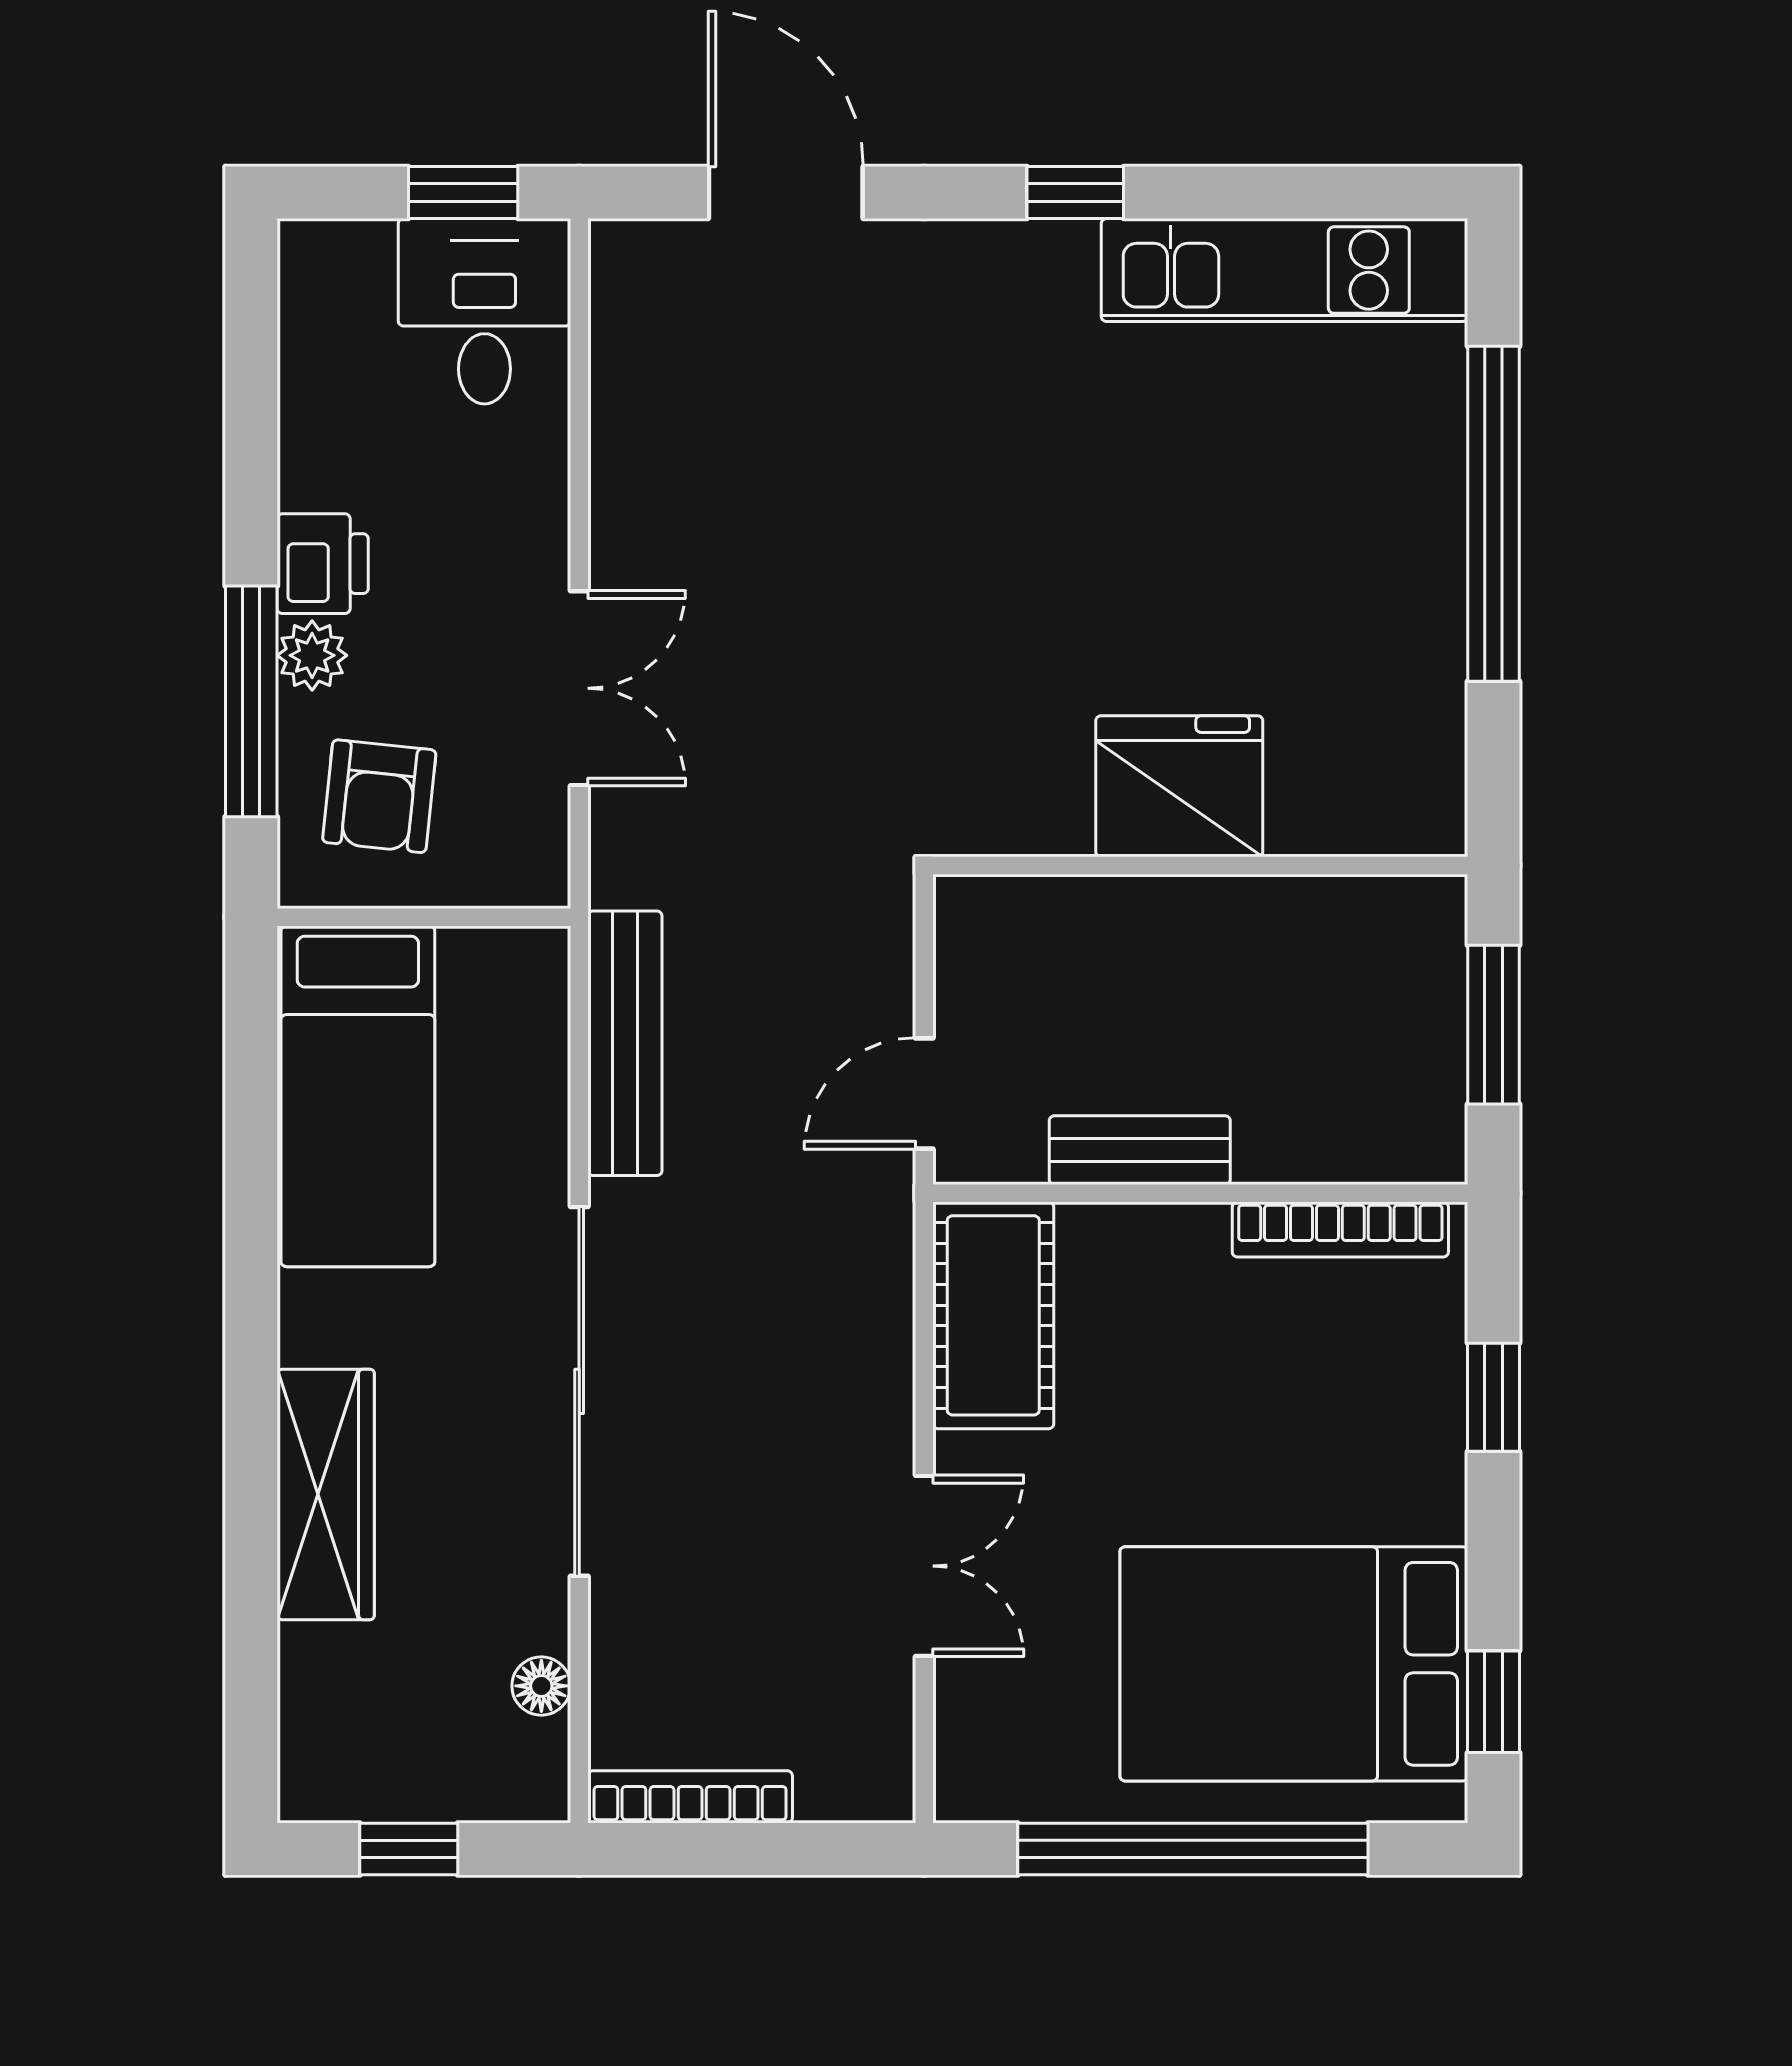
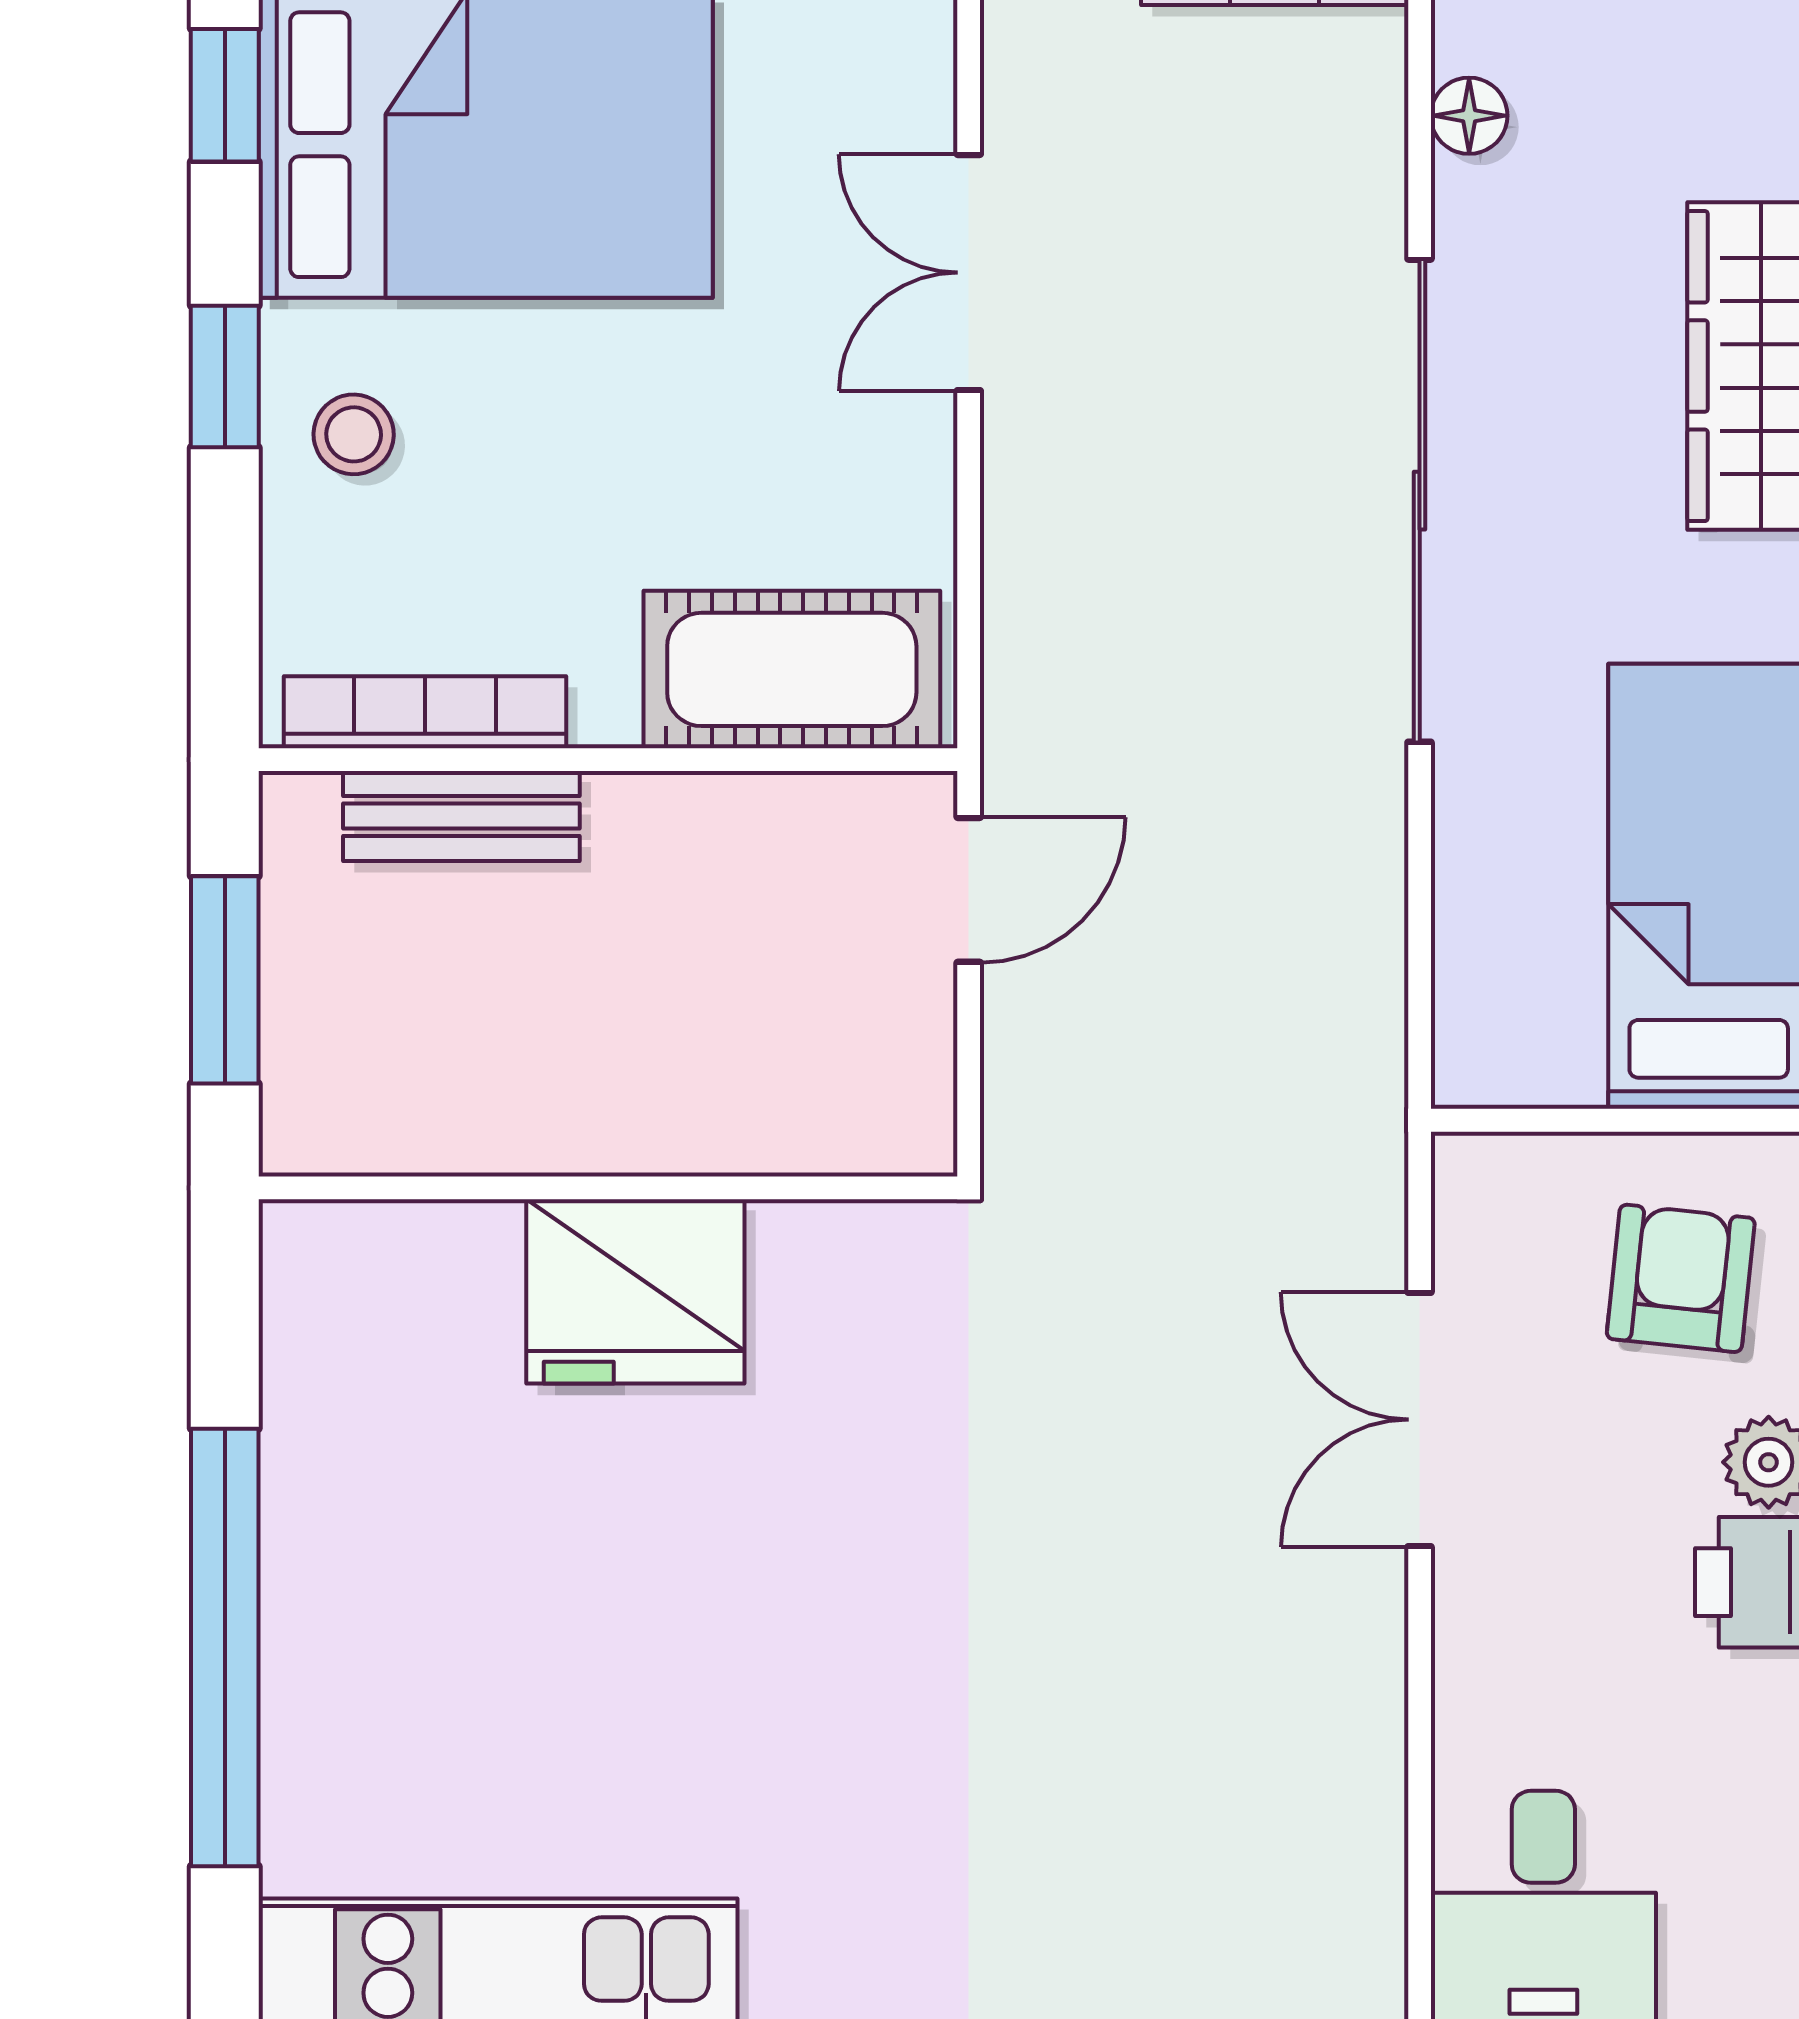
bench: (625, 1043) -> (1360, 955), removed
bench: (1140, 1150) -> (461, 816), moved
cot: (993, 1315) -> (792, 669), moved, turned 90
window: (1494, 1397) -> (225, 376), moved
stool: (1395, 1442) -> (354, 434), added

